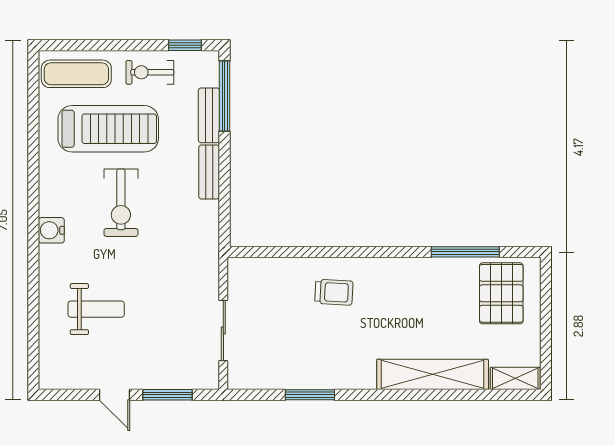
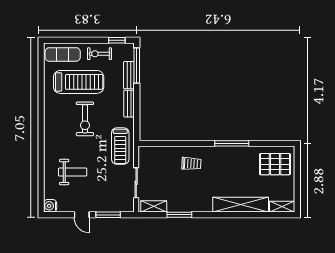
water cooler: (51, 230) -> (50, 206), moved
window: (465, 252) -> (232, 143), moved
treadmill: (192, 257) -> (120, 146), added
pallet: (501, 293) -> (275, 164), turned 90
shelving: (258, 378) -> (154, 206), added

